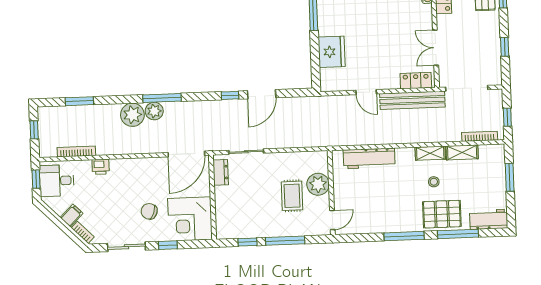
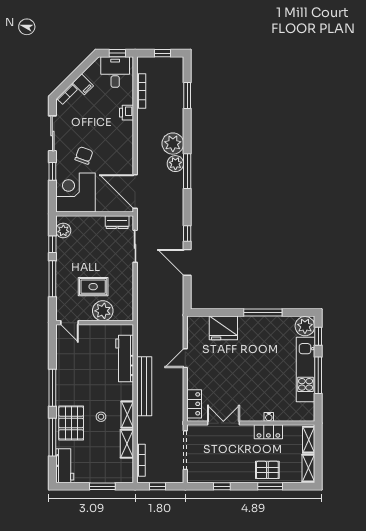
bench: (412, 100) -> (144, 386), moved
plant: (232, 231) -> (63, 230), added

